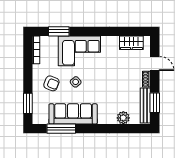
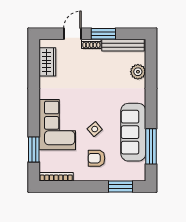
armchair: (51, 83) -> (97, 158), turned -112
window: (155, 103) -> (103, 34), moved

